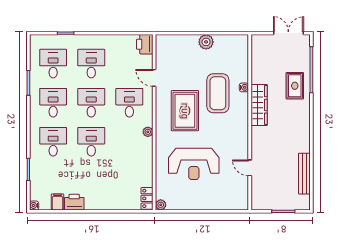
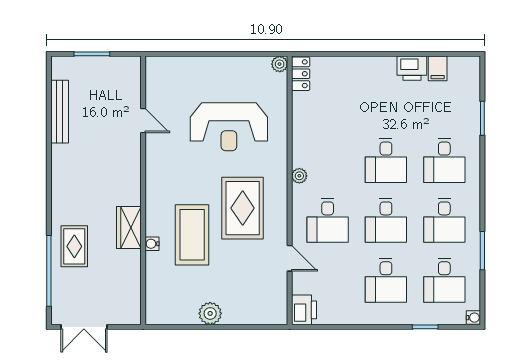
wardrobe: (259, 105) -> (129, 227), width x0.67
reception desk: (194, 164) -> (229, 127), turned 180
water cooler: (34, 205) -> (473, 318), moved

